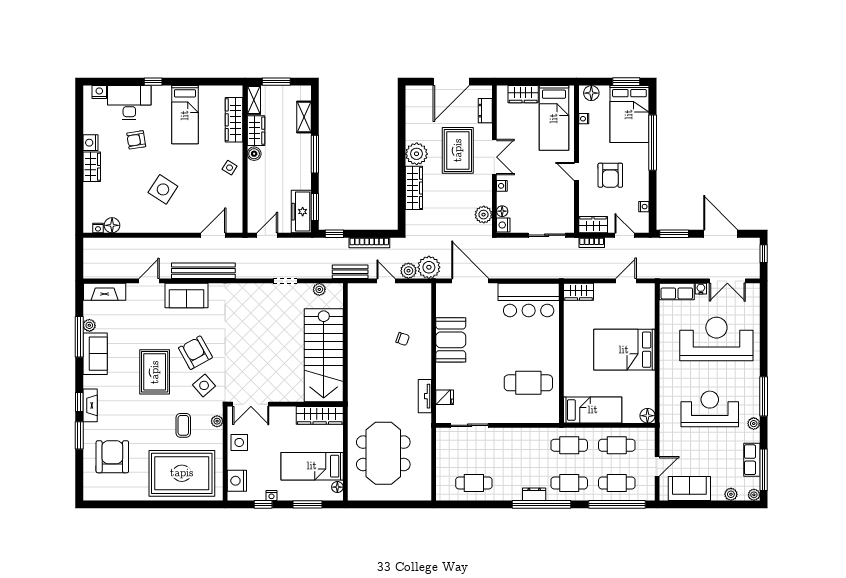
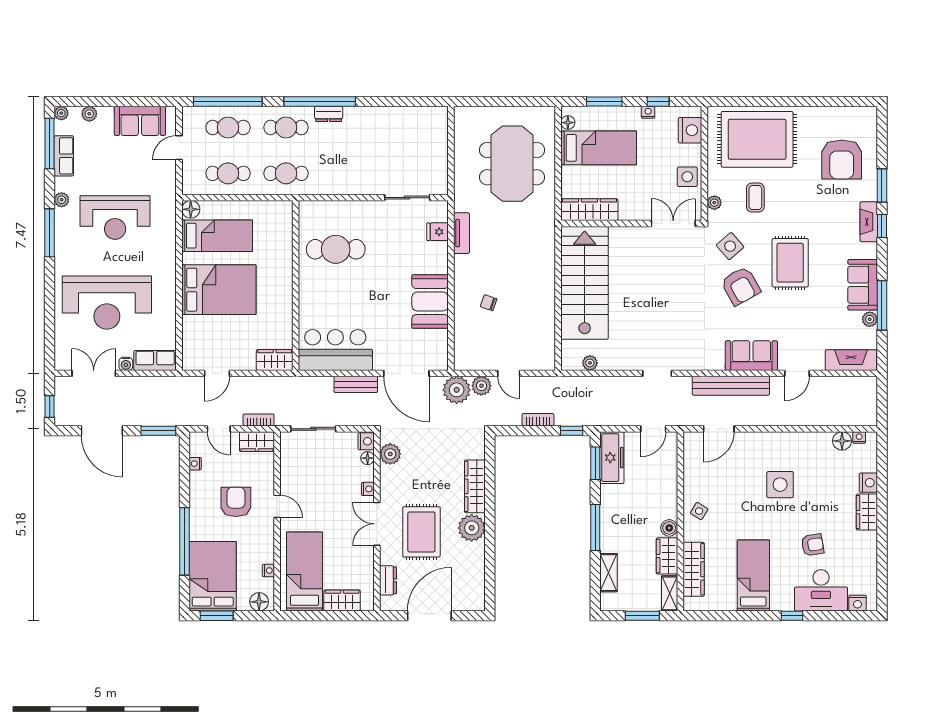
nightstand: (90, 143) -> (868, 483), moved
side table: (163, 189) -> (780, 485), turned -33
bookcase: (369, 243) -> (538, 420), width x0.64
bench: (350, 272) -> (356, 384), moved
doorway: (285, 281) -> (657, 373), moved
bed: (593, 410) -> (217, 236), moved, turned 180
cafe table: (474, 483) -> (402, 127), removed

